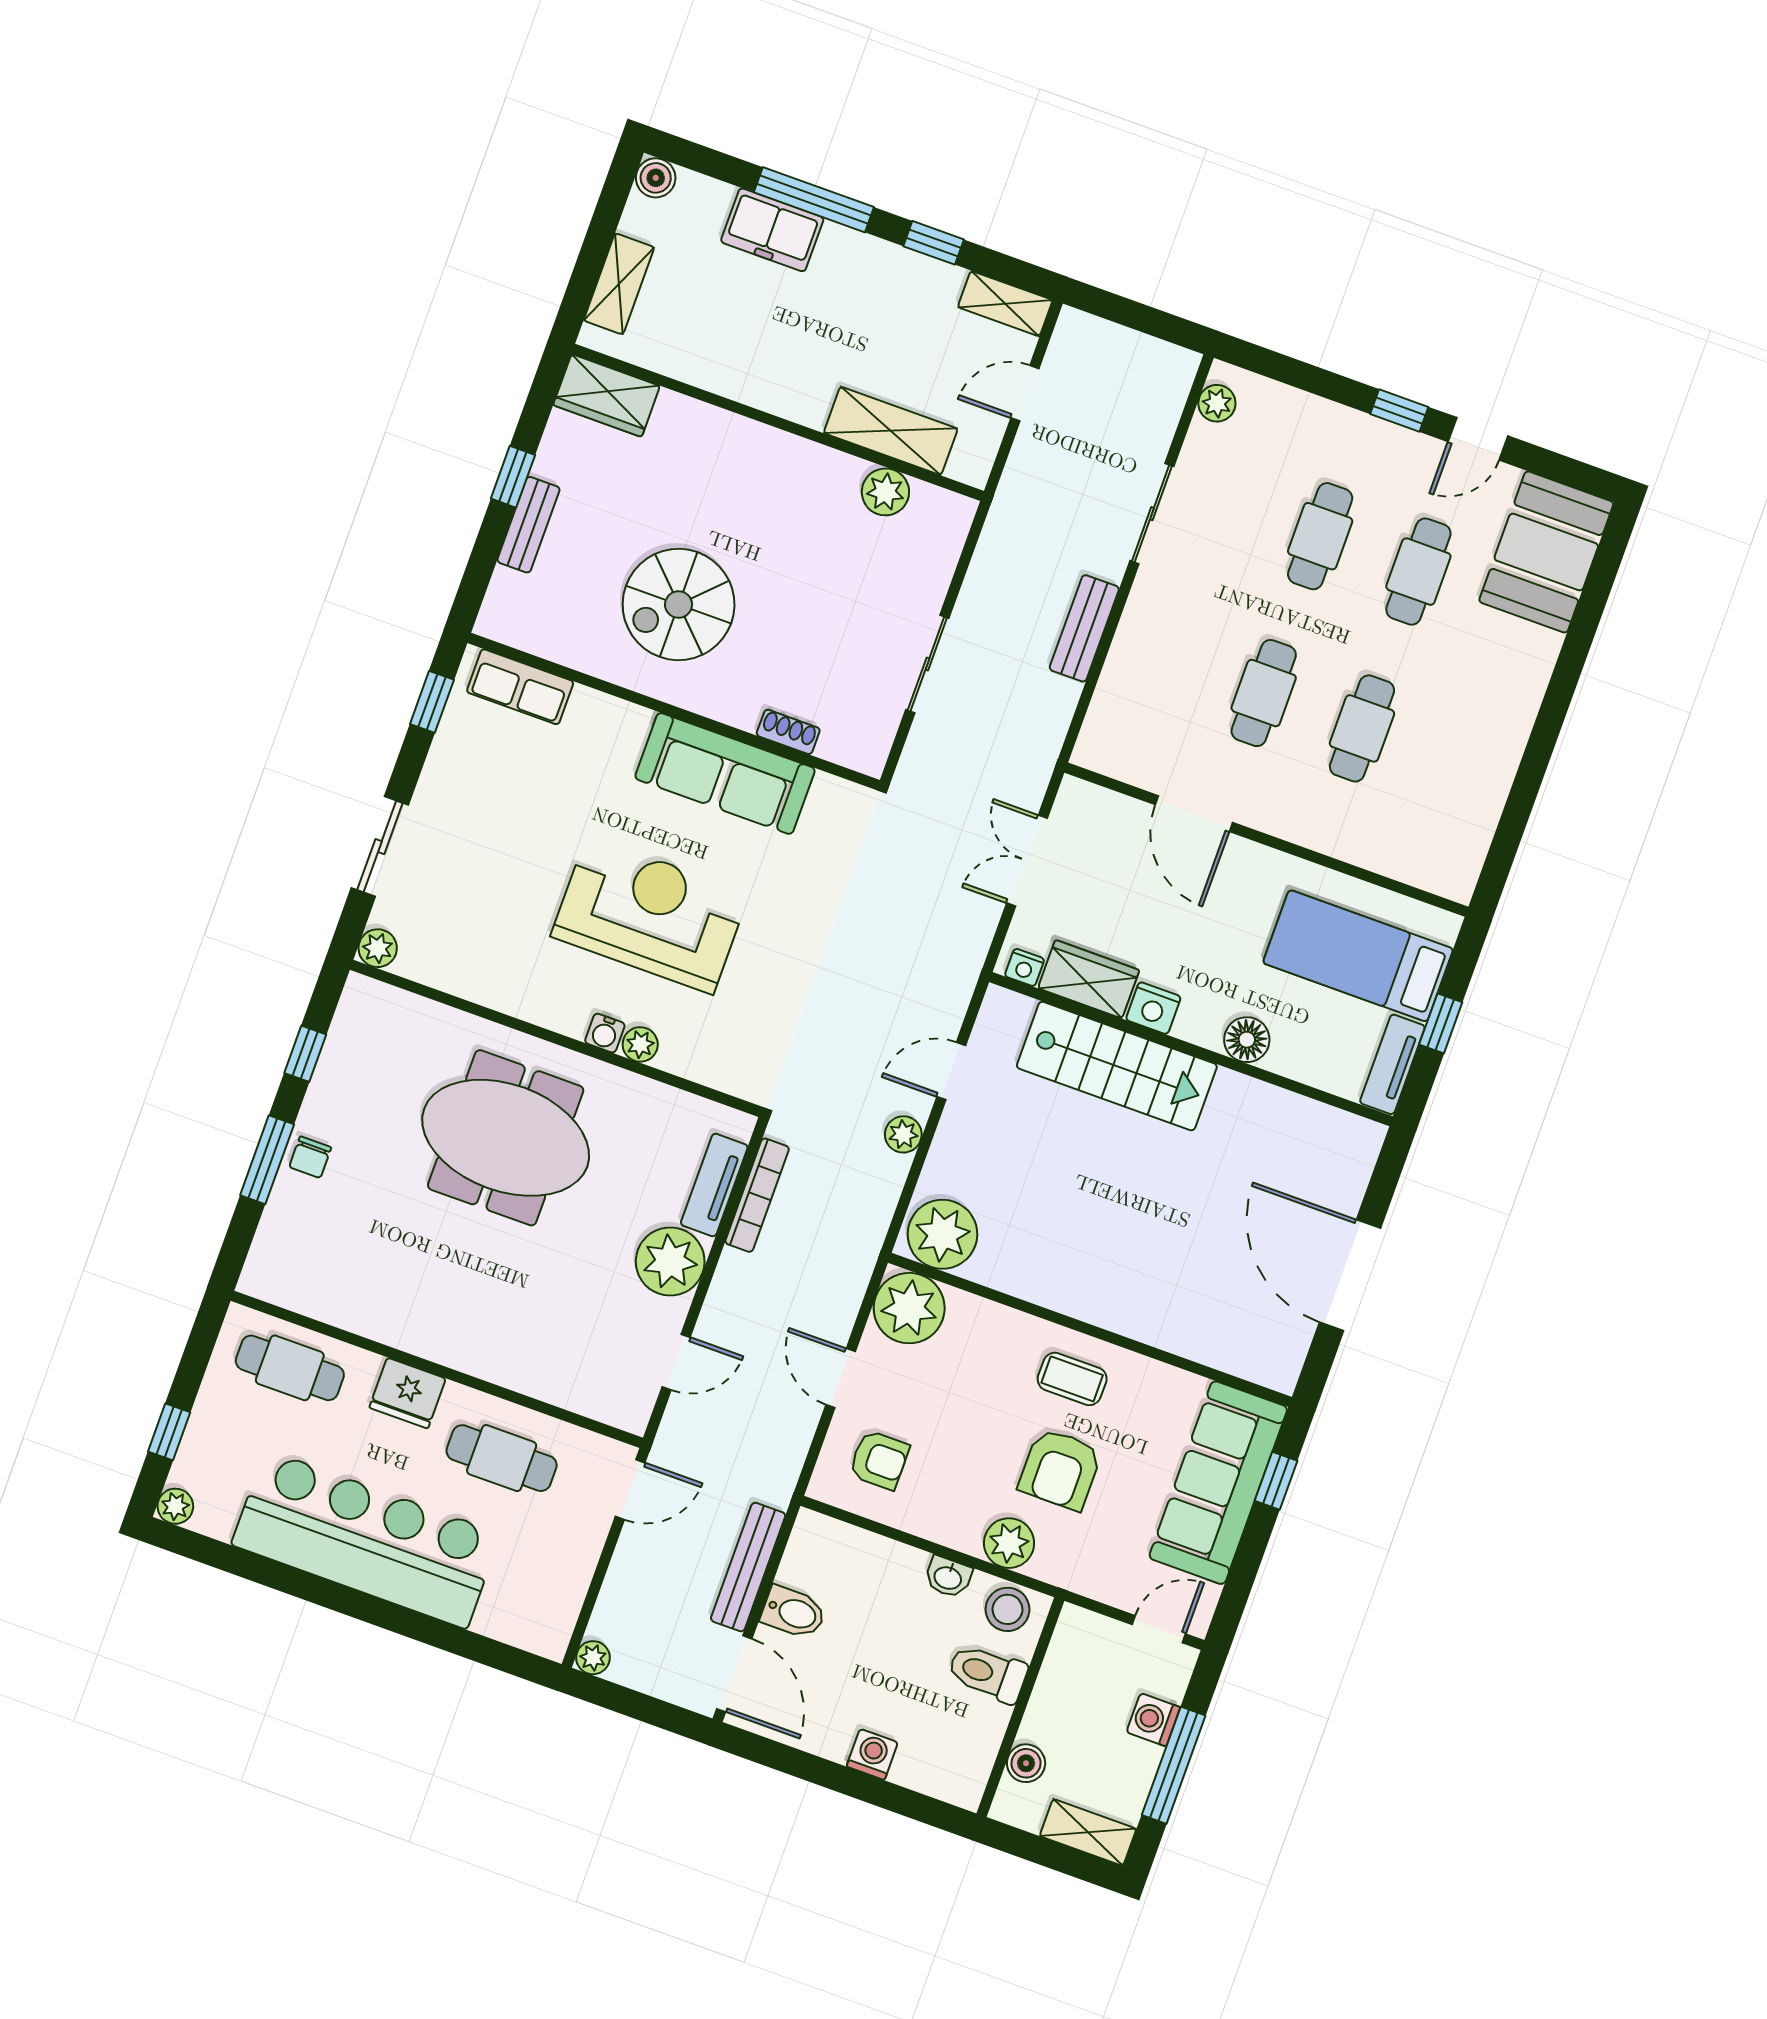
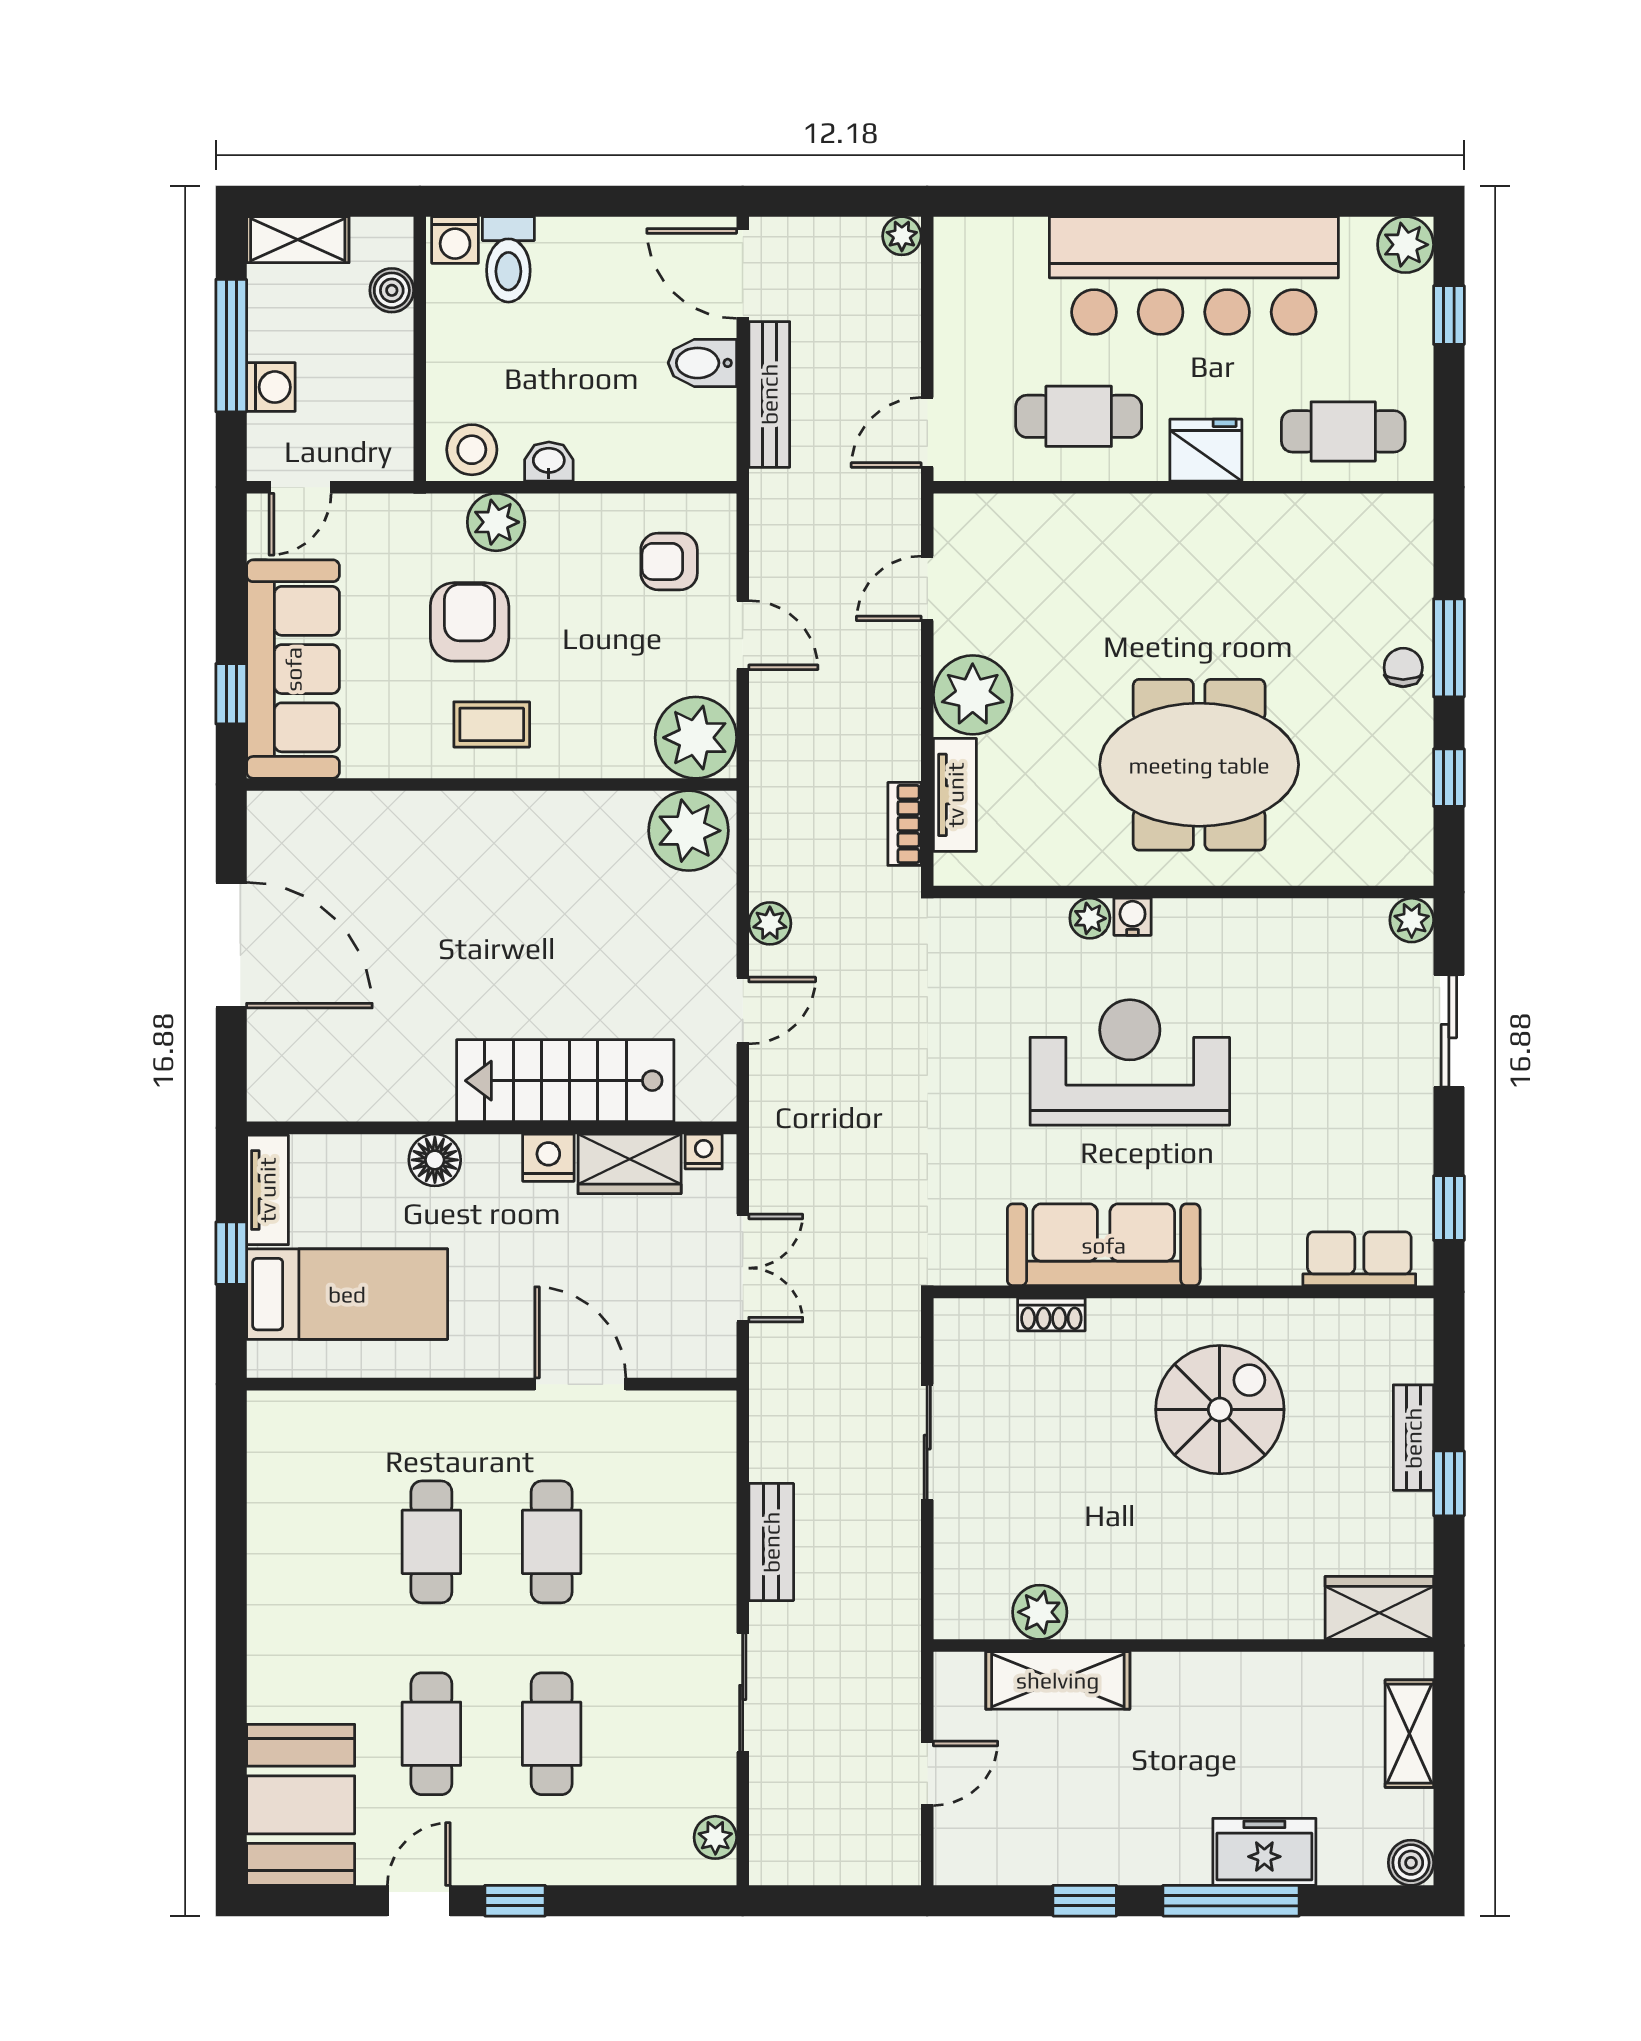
shelving: (1005, 304) -> (983, 1863), removed
reception desk: (650, 915) -> (1130, 1062), turned 180
bookcase: (757, 1195) -> (904, 824), width x0.64
plant: (175, 1506) -> (1406, 245), width x1.38, depth x1.38
toilet: (987, 1673) -> (508, 259), moved, turned 90
washing machine: (872, 1754) -> (455, 240), moved

